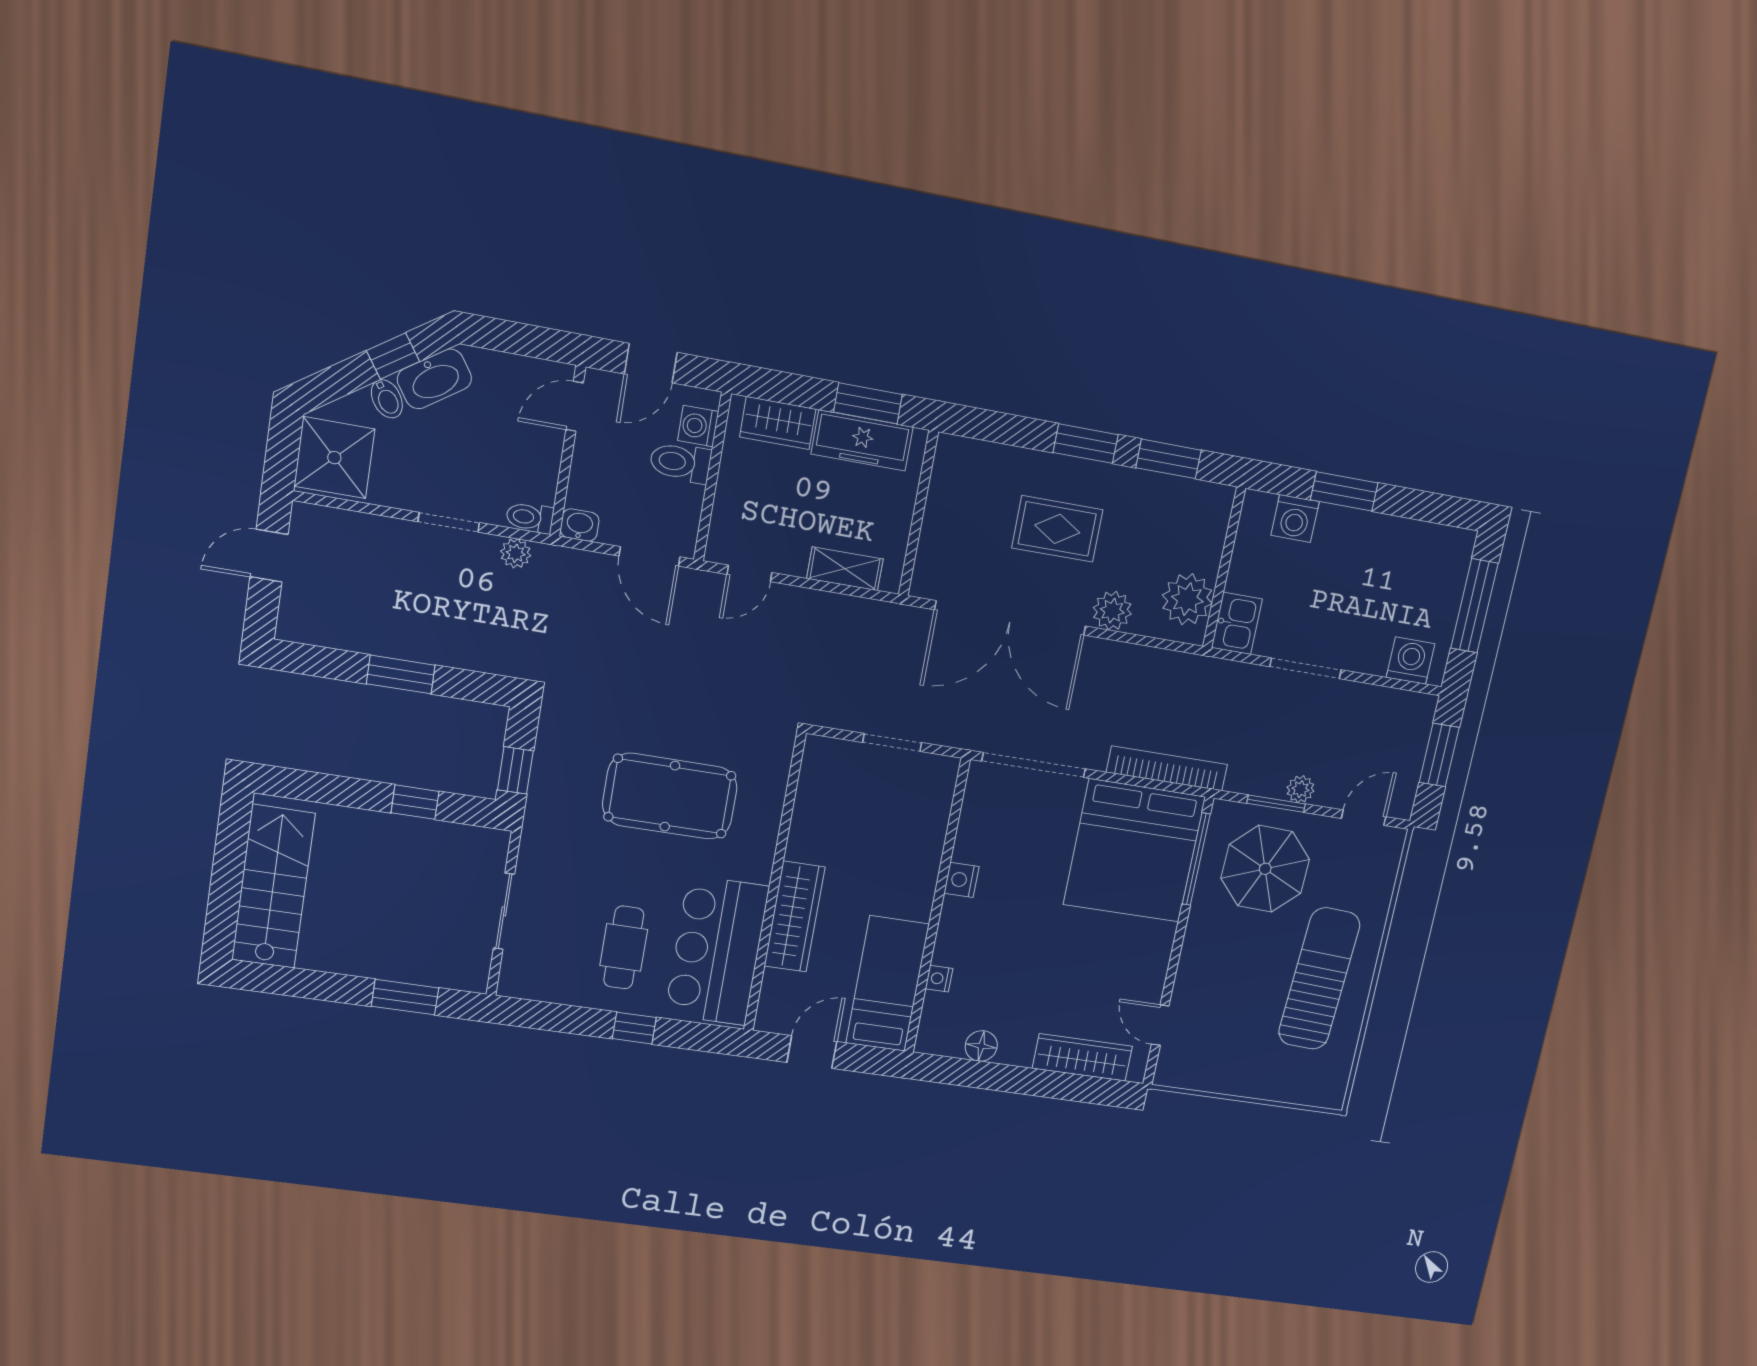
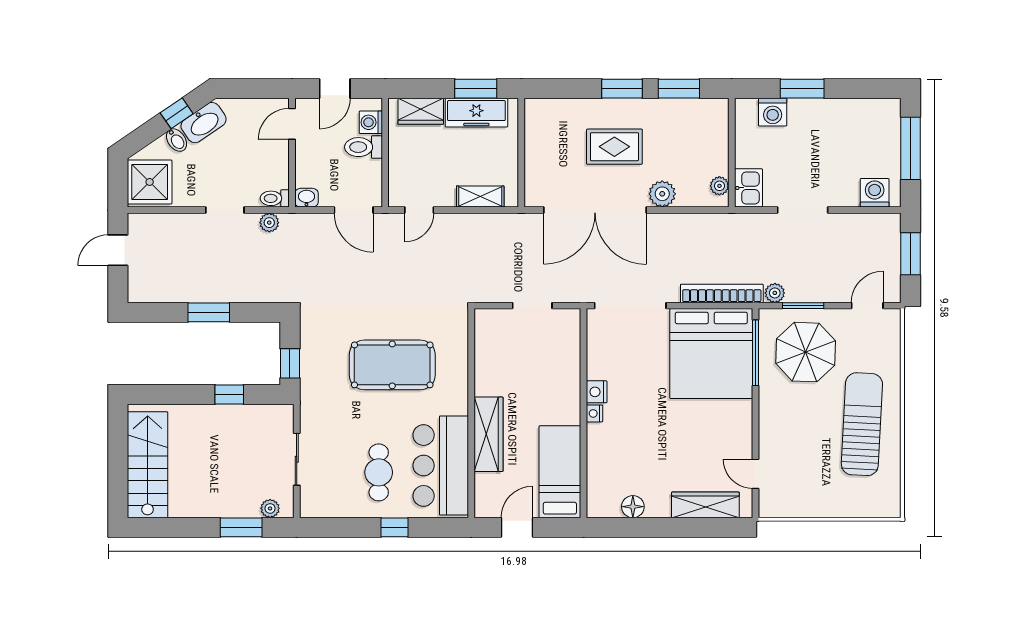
plant: (1187, 599) -> (719, 186), width x0.53, depth x0.53
plant: (1300, 789) -> (775, 293), moved
plant: (453, 976) -> (270, 508), added
nightstand: (939, 979) -> (594, 413), moved

